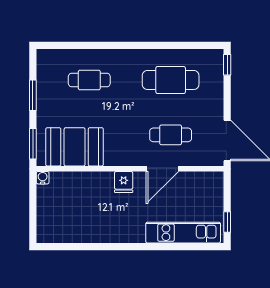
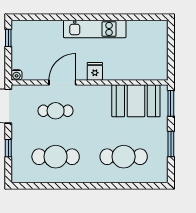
window: (227, 65) -> (8, 148), moved
cafe table: (89, 80) -> (124, 157), width x1.37, depth x1.35
water cooler: (43, 178) -> (17, 75), moved
kitchen unit: (183, 233) -> (95, 29), moved

